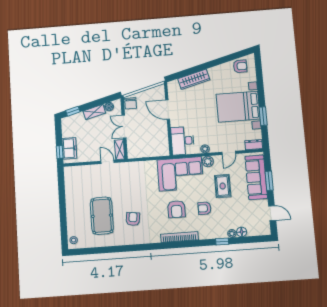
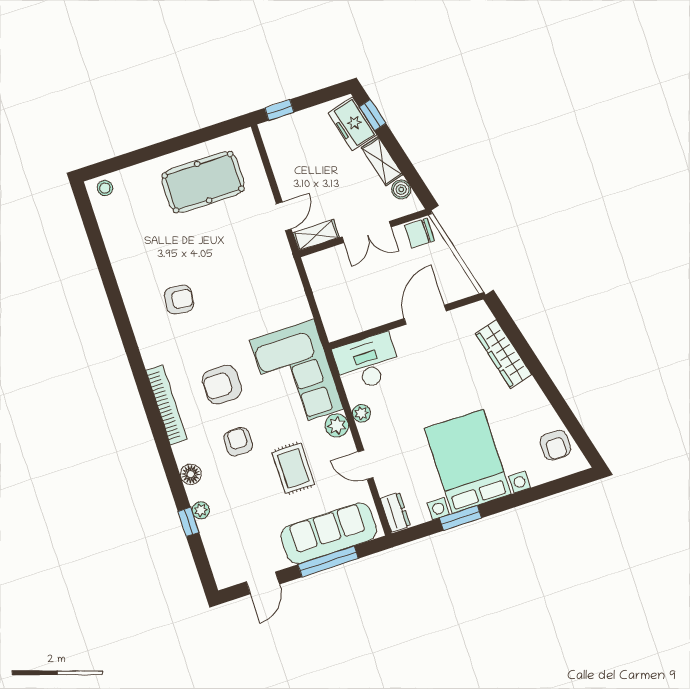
double door: (124, 127) -> (367, 232), swing flipped
freezer: (69, 148) -> (353, 124), moved, turned 75
window: (269, 181) -> (328, 561), width x1.44
rug: (223, 186) -> (293, 468), turned 90
pool table: (102, 216) -> (203, 182), moved
floor lamp: (242, 232) -> (191, 474), moved
window: (222, 242) -> (188, 522), moved

